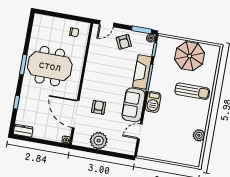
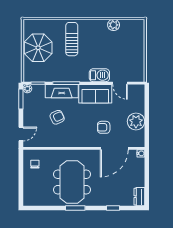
door: (107, 24) -> (21, 134), hinge flipped
armchair: (124, 42) -> (57, 117), moved
barbecue: (153, 102) -> (99, 75), moved

